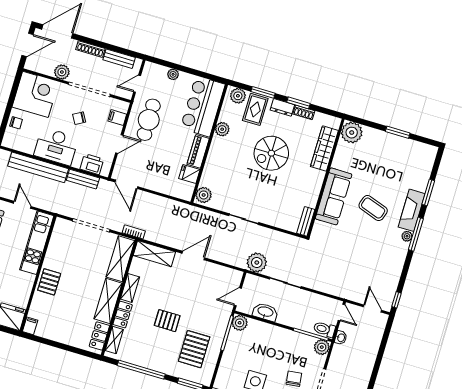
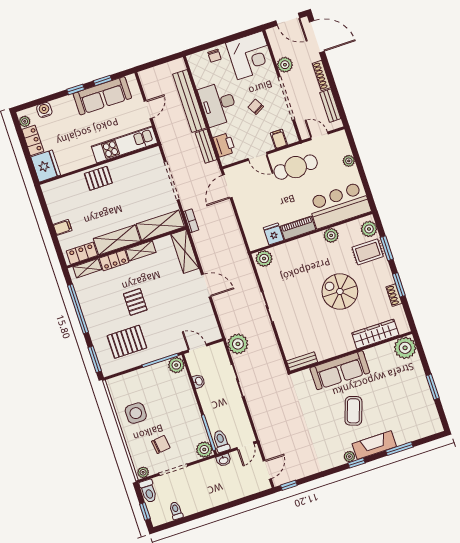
dresser: (282, 107) -> (385, 274), removed
window: (416, 234) -> (356, 463), width x0.46
washbasin: (265, 312) -> (199, 381), width x0.52, depth x0.69
filing cabinet: (30, 326) -> (63, 227), moved

